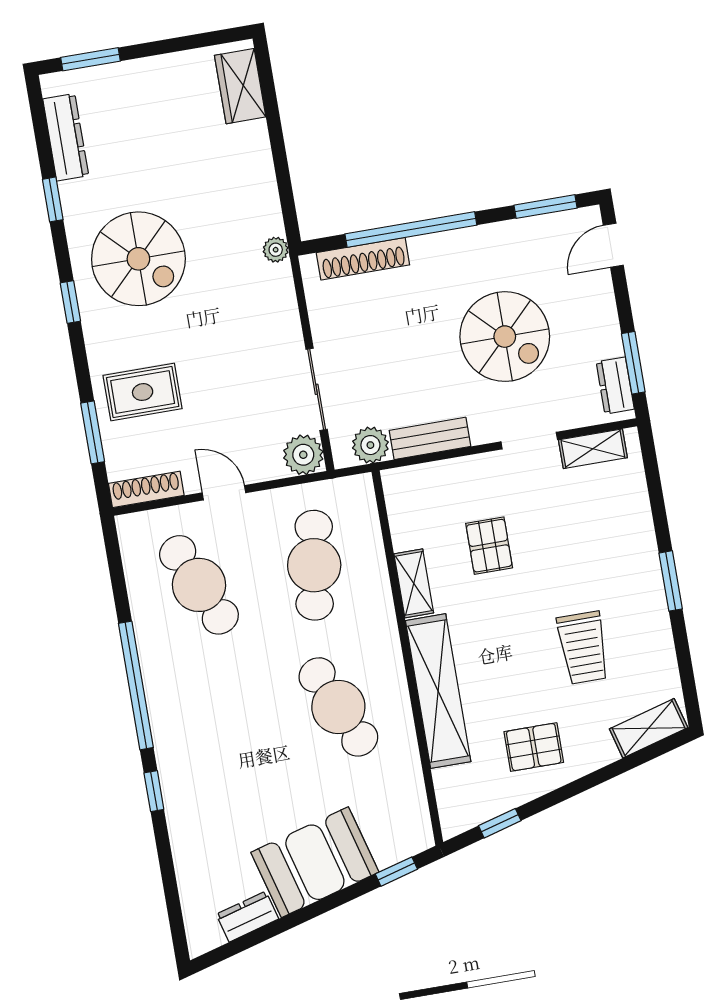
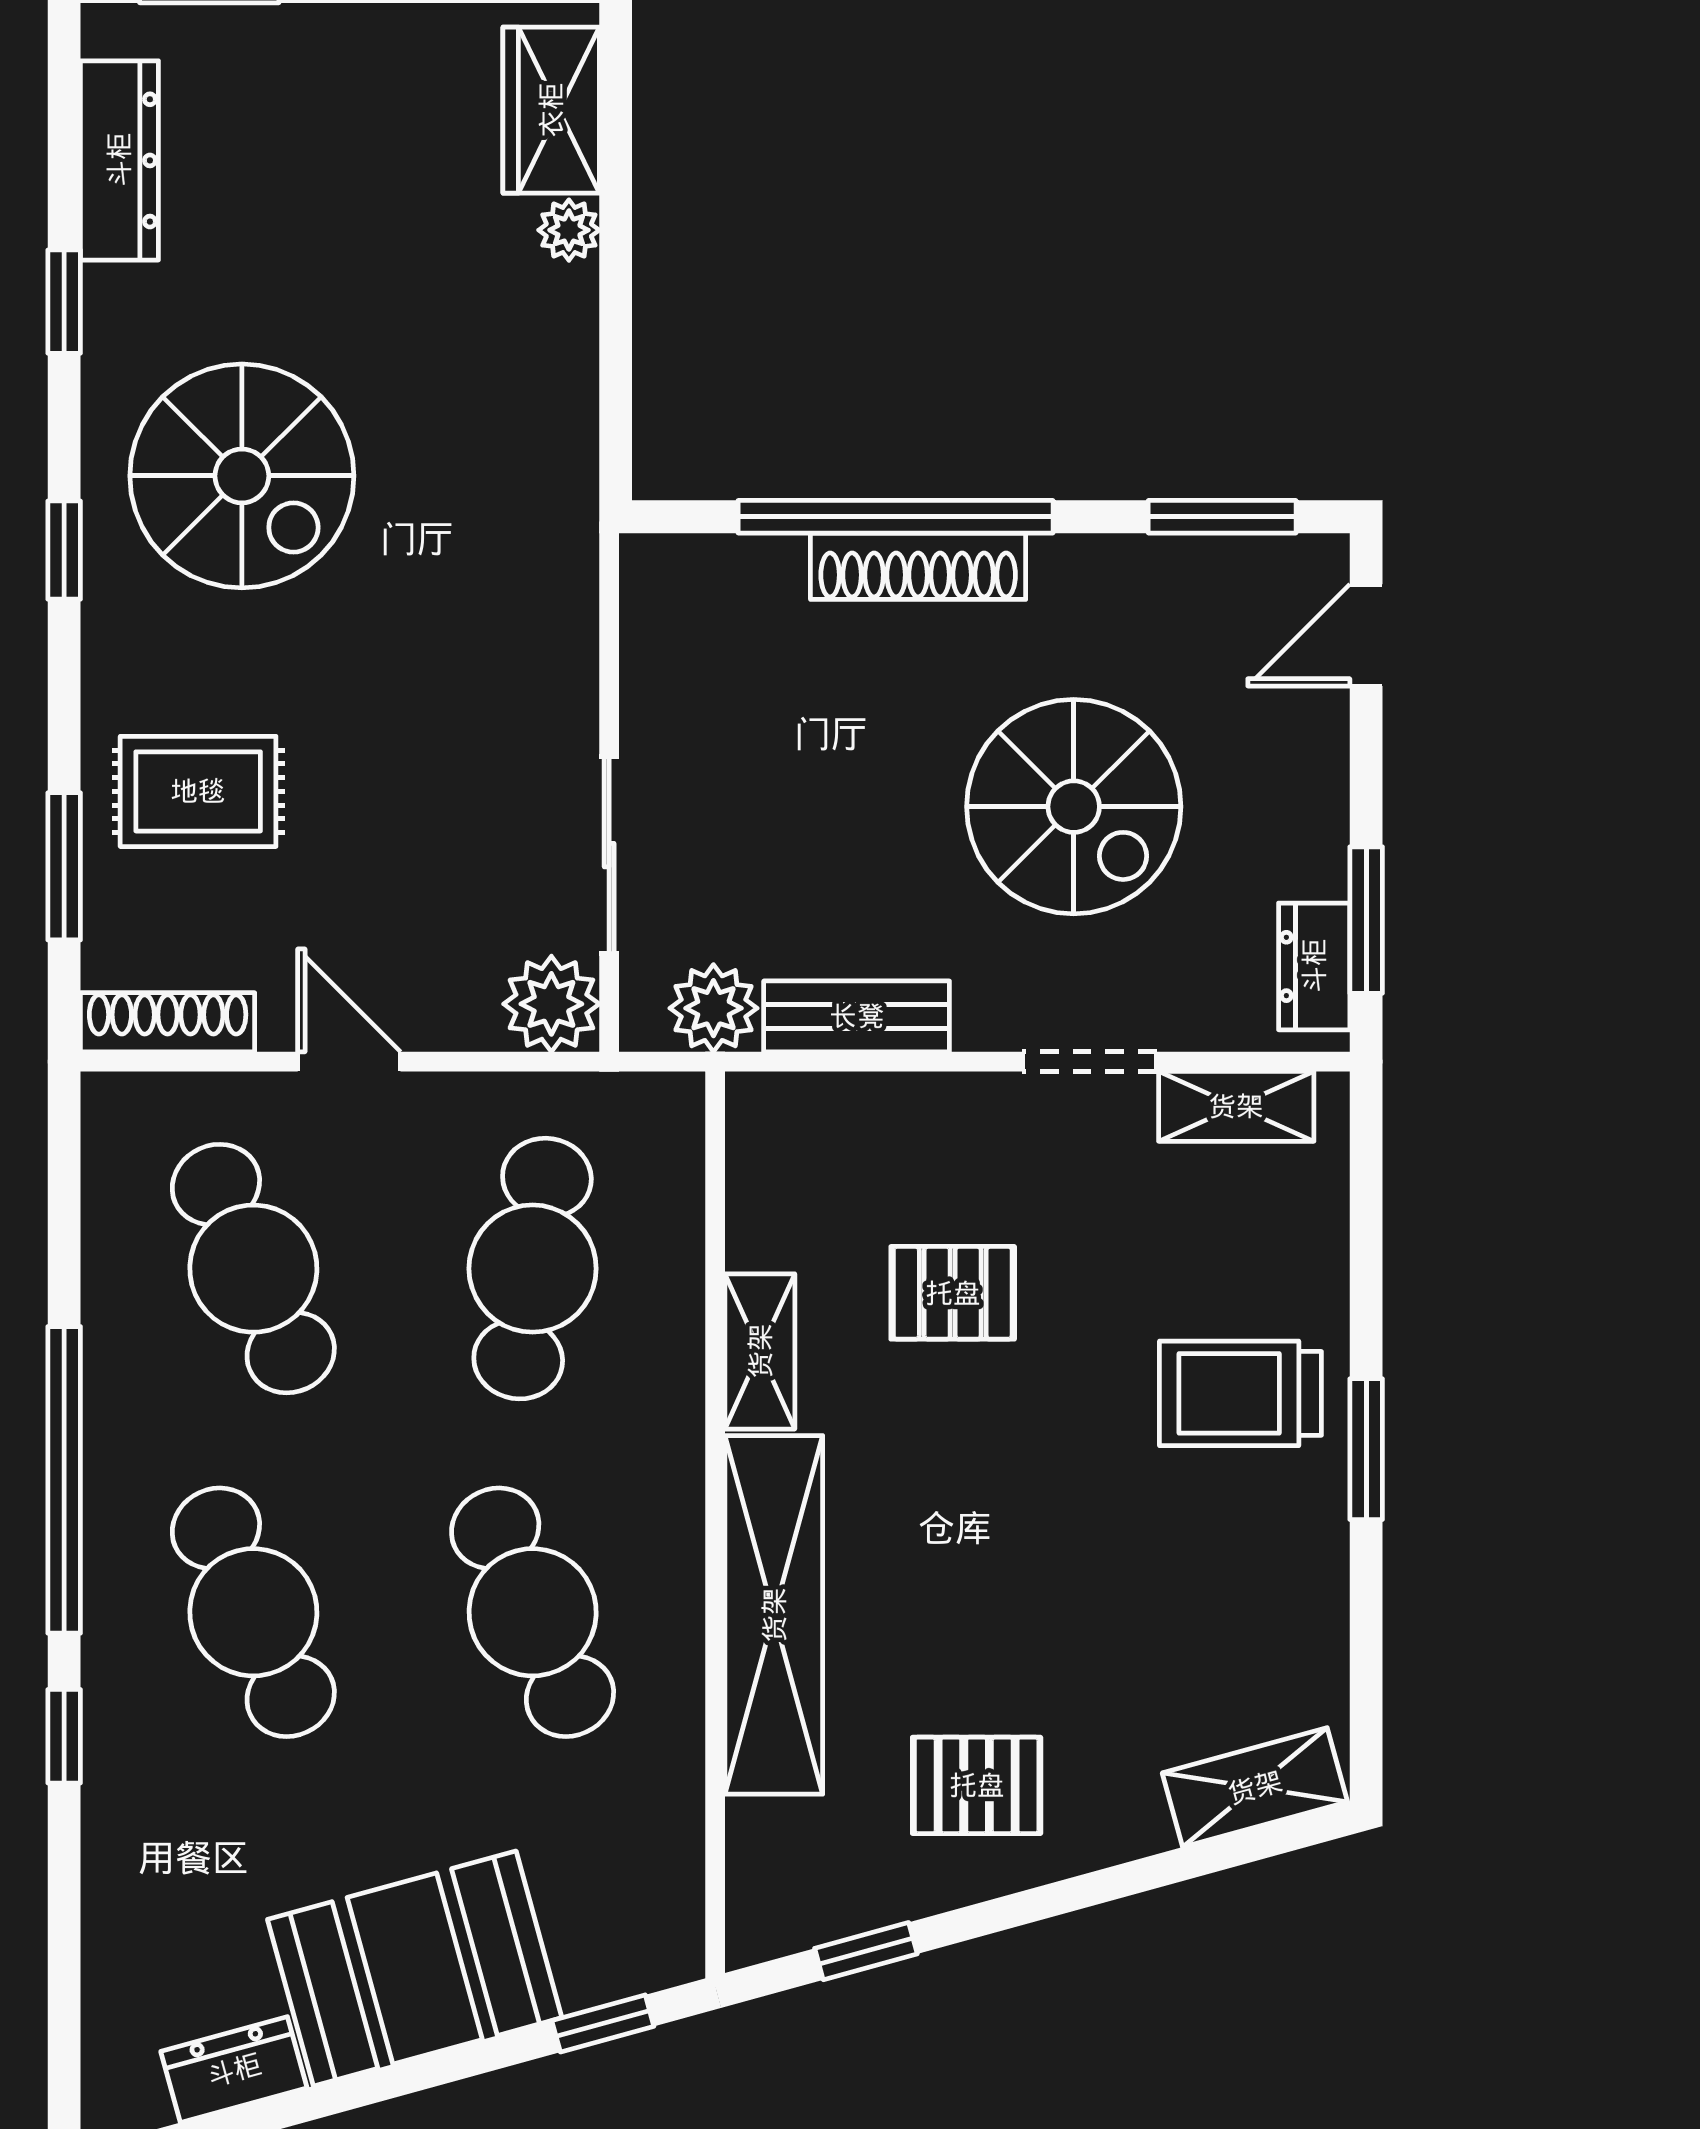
plant: (276, 250) -> (569, 230), moved
shoe rack: (363, 259) -> (918, 566), moved
pallet: (489, 546) -> (953, 1293), turned 90
trolley: (583, 648) -> (1240, 1393), moved, turned 90
cafe table: (223, 727) -> (253, 1612), added

